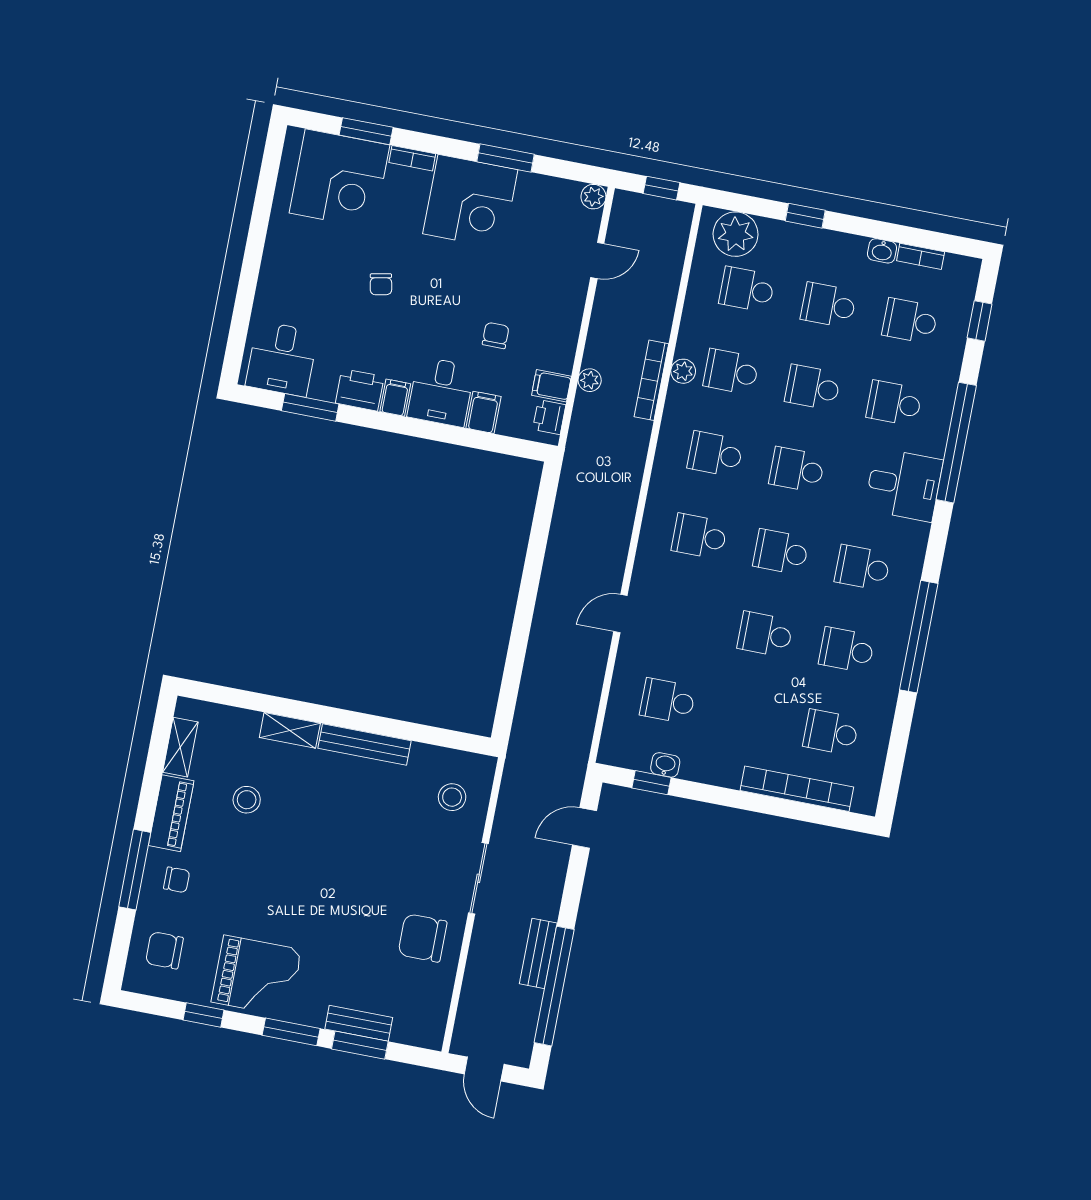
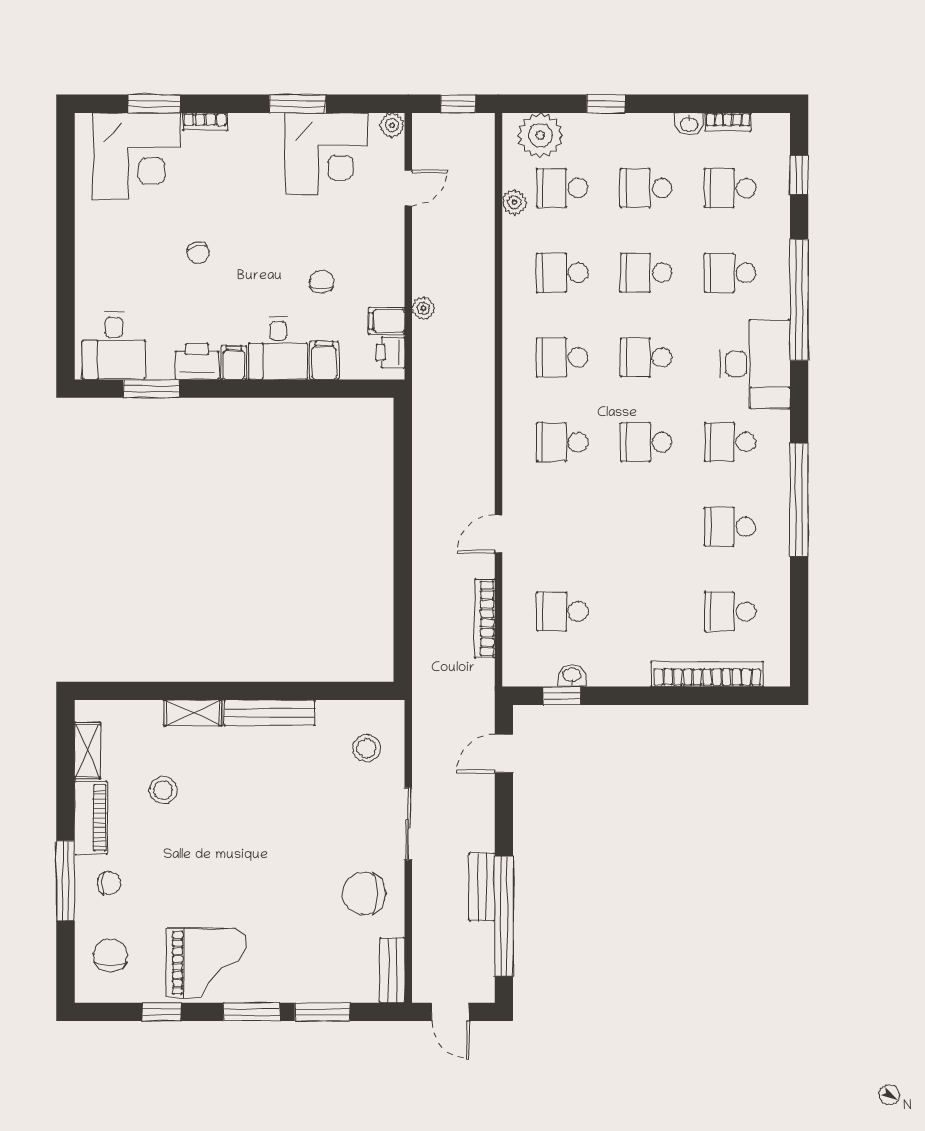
corner desk: (470, 202) -> (326, 154), moved
plant: (683, 371) -> (514, 202), moved
bookcase: (651, 380) -> (485, 618), moved
desk: (904, 485) -> (755, 364), width x1.37
school desk: (765, 634) -> (646, 527), removed
chair: (164, 950) -> (110, 955), turned 90
bench: (359, 1023) -> (392, 970), moved, turned 90

